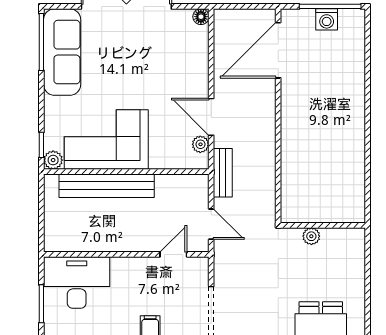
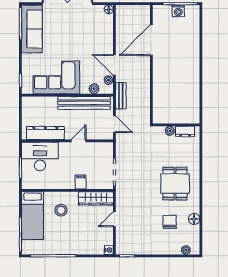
door: (278, 50) -> (151, 40), moved
plant: (53, 160) -> (94, 89), moved
bench: (107, 186) -> (84, 103), moved
dresser: (339, 237) -> (185, 131), added
dresser: (86, 240) -> (45, 133), added
door: (173, 254) -> (79, 141), moved

